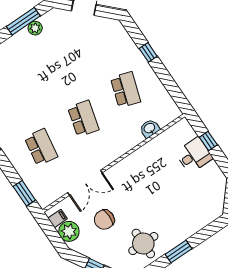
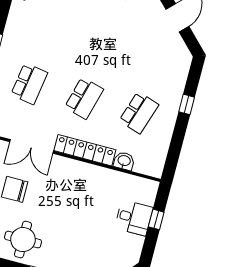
locker: (119, 149) -> (85, 150), added

